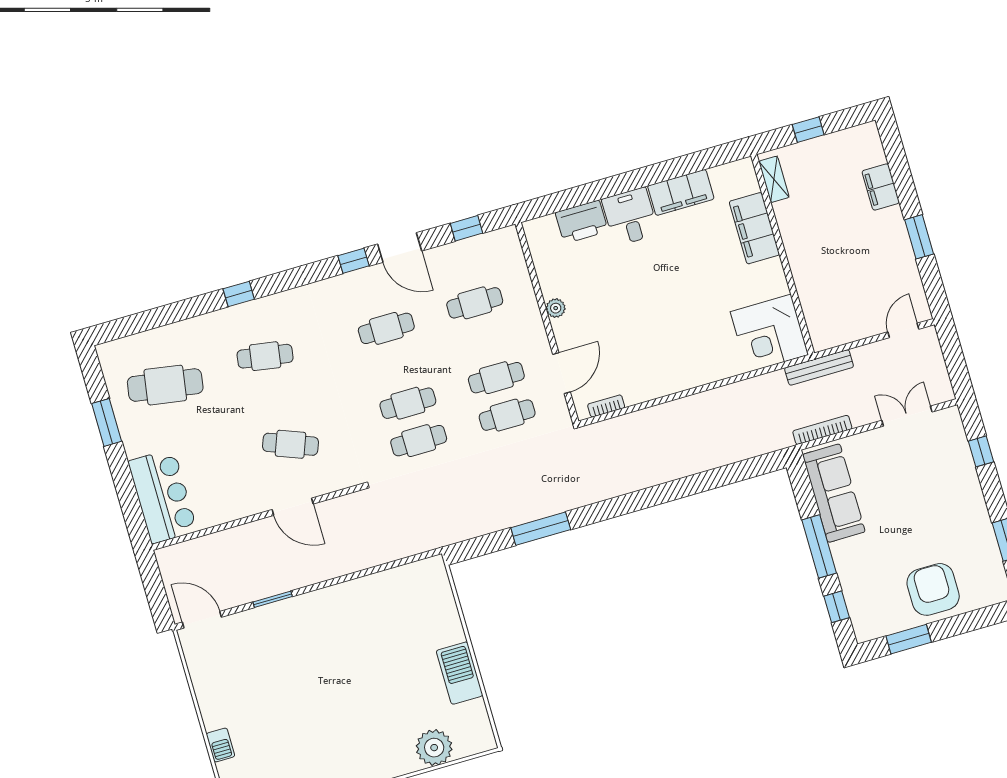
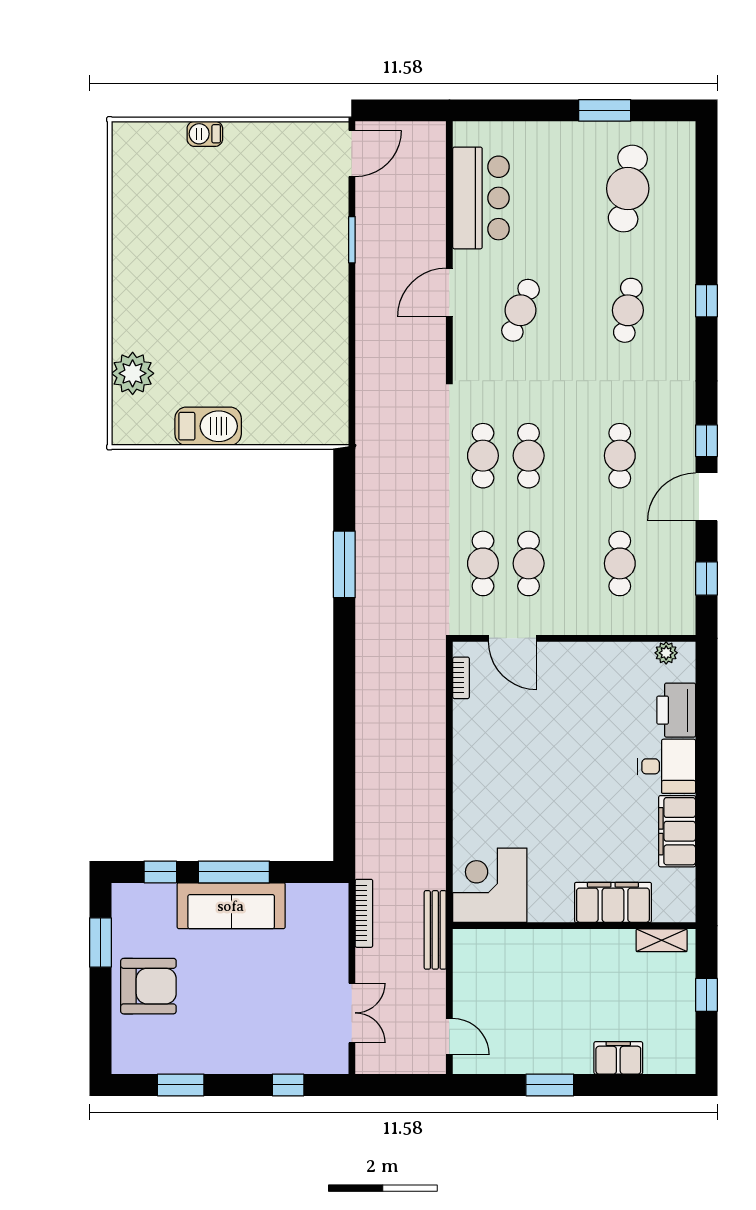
plant: (556, 308) -> (666, 653), moved
sofa: (834, 493) -> (231, 906), moved
bar counter: (163, 496) -> (481, 198), moved, turned -90

